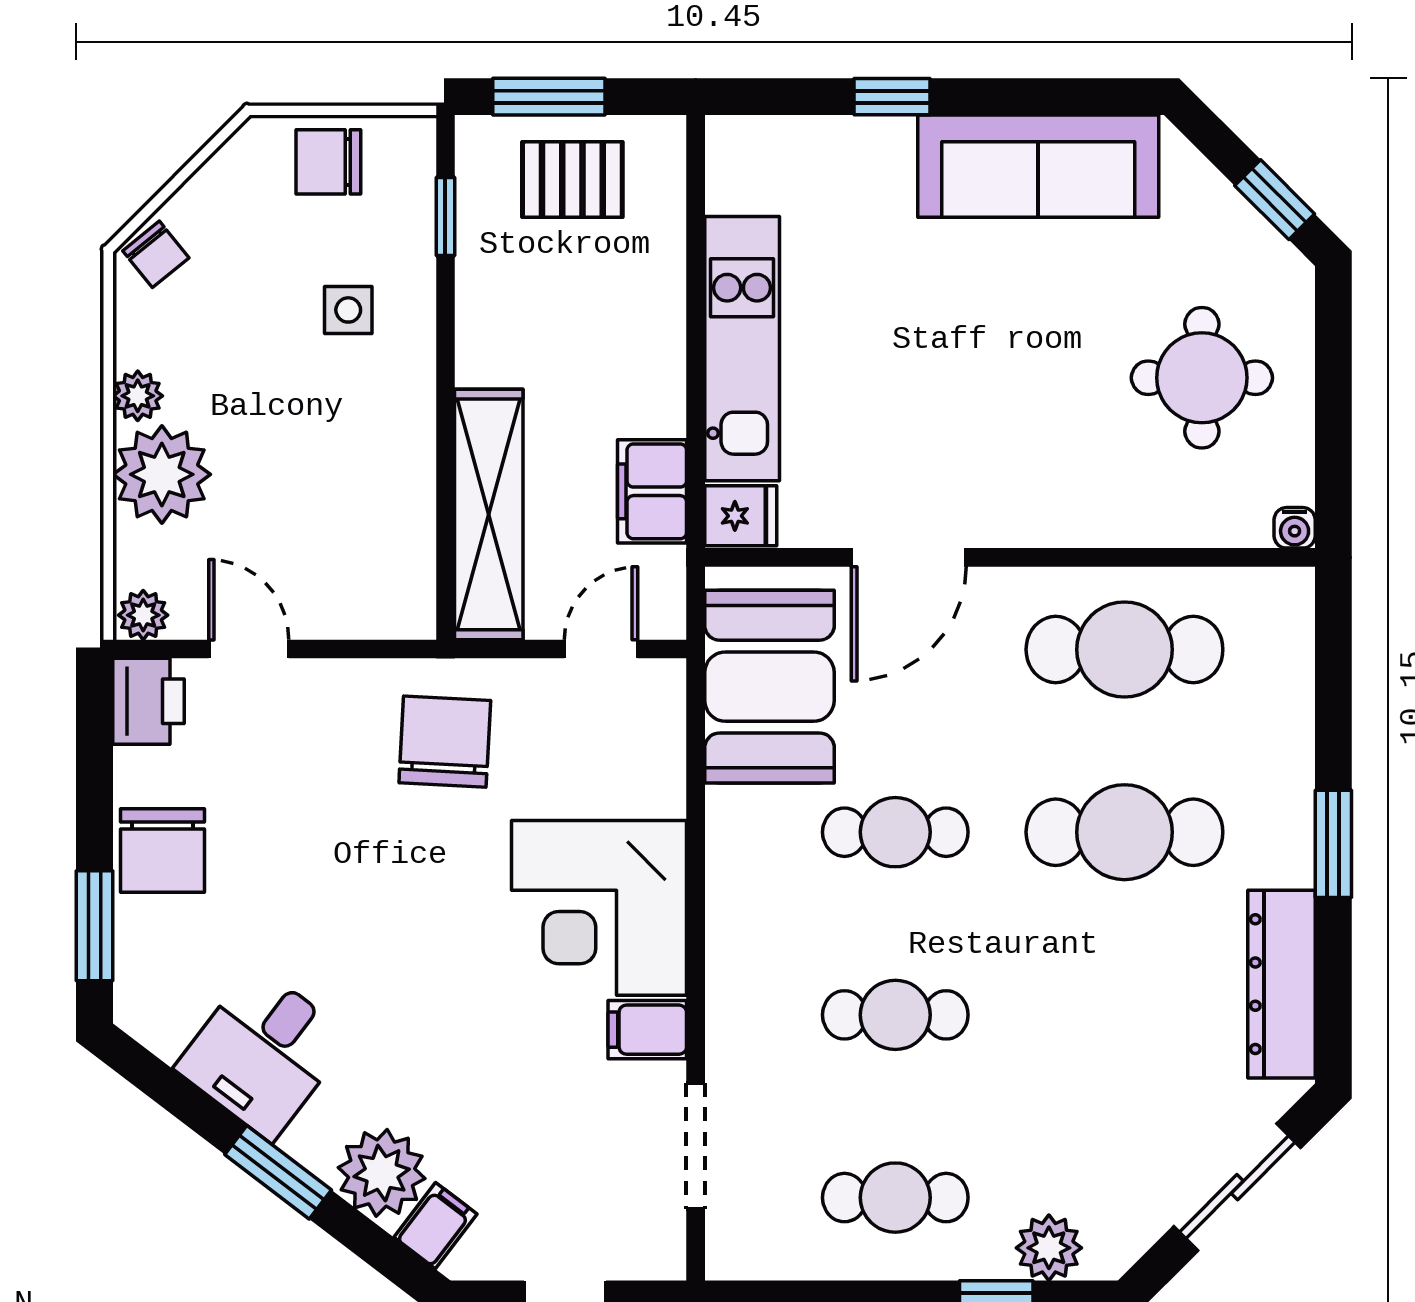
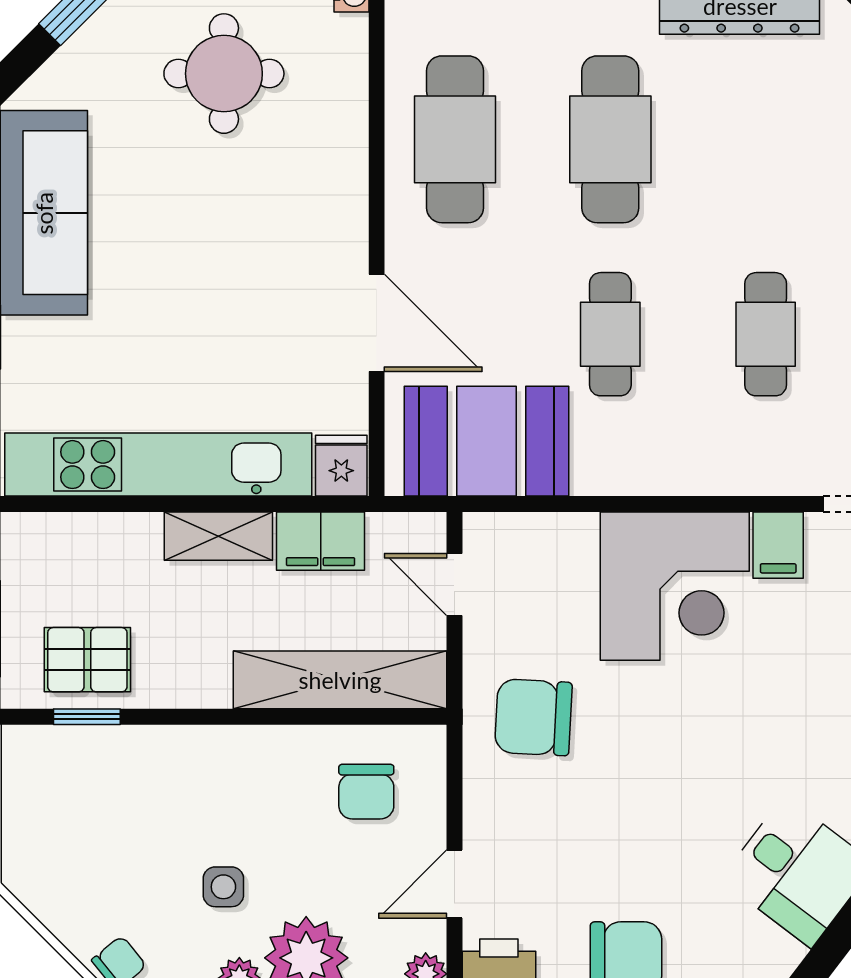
chair: (328, 162) -> (366, 792), moved
pallet: (572, 180) -> (87, 660), moved, turned 90
side table: (348, 310) -> (223, 887), moved
kitchen unit: (742, 349) -> (158, 465), width x1.36
shelving: (658, 371) -> (218, 536), added

